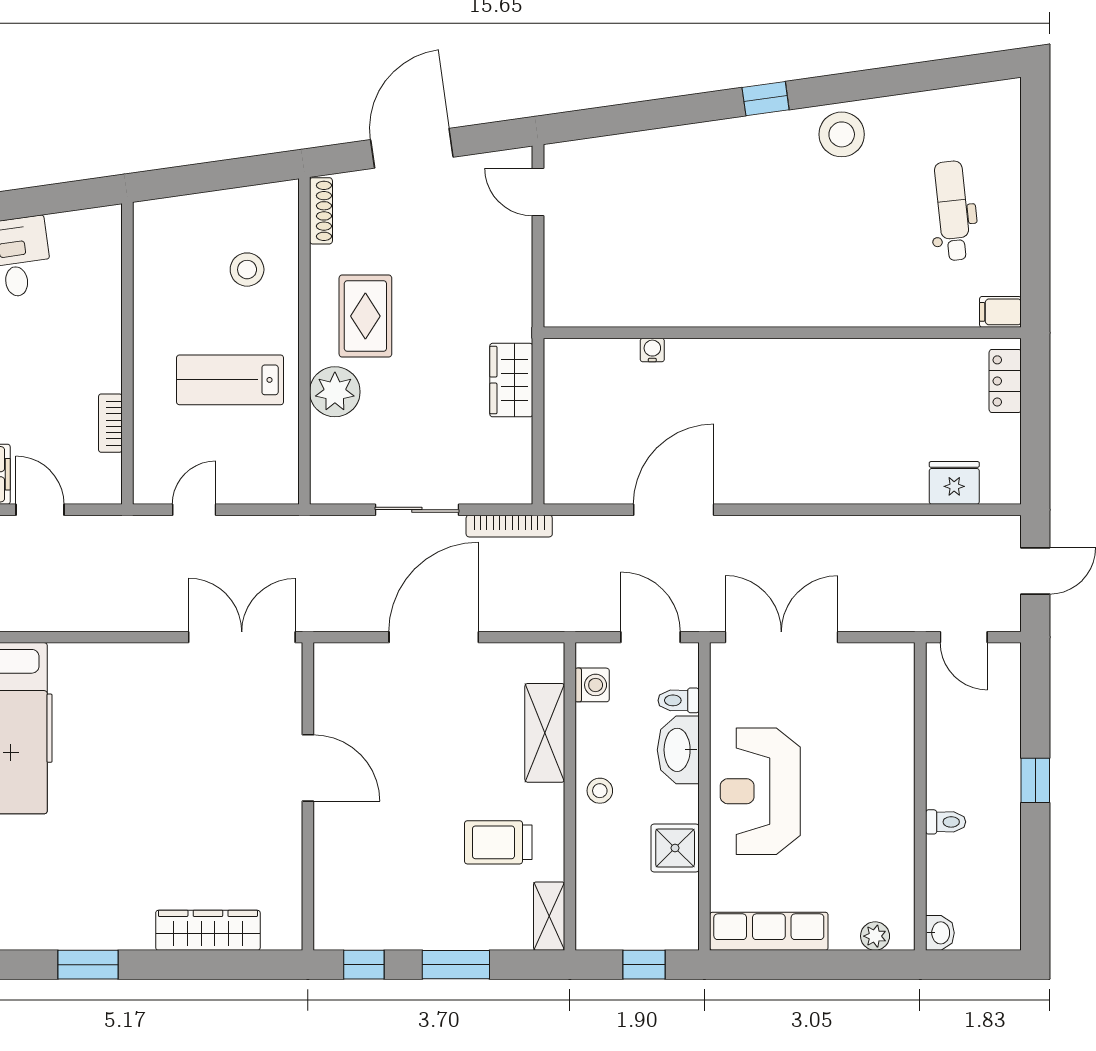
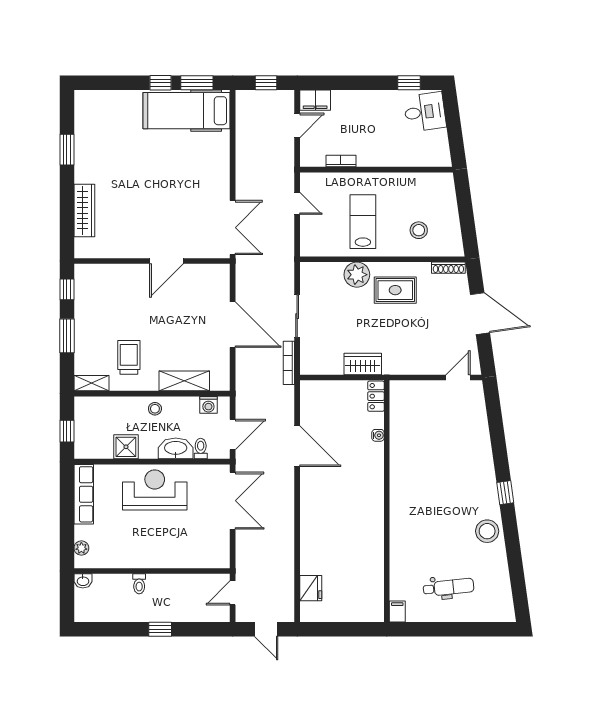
locker: (1005, 381) -> (376, 396), moved, turned -90

